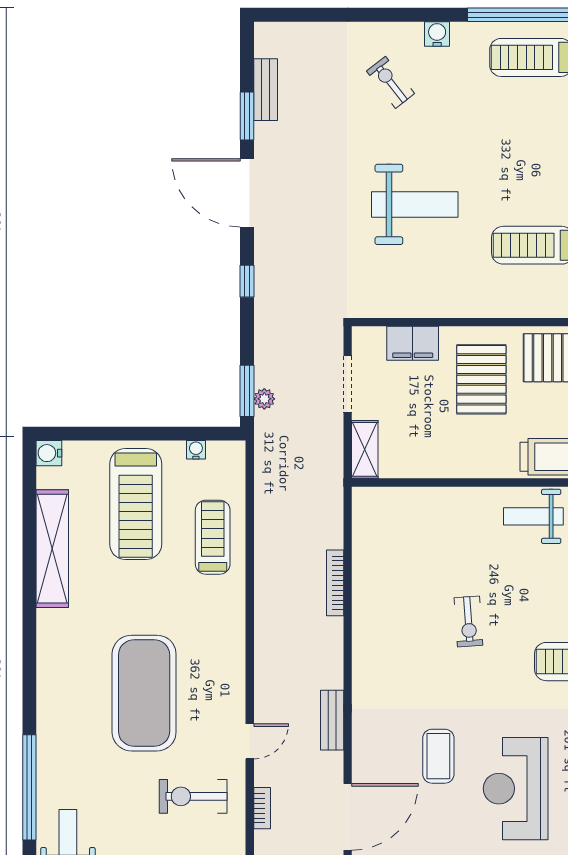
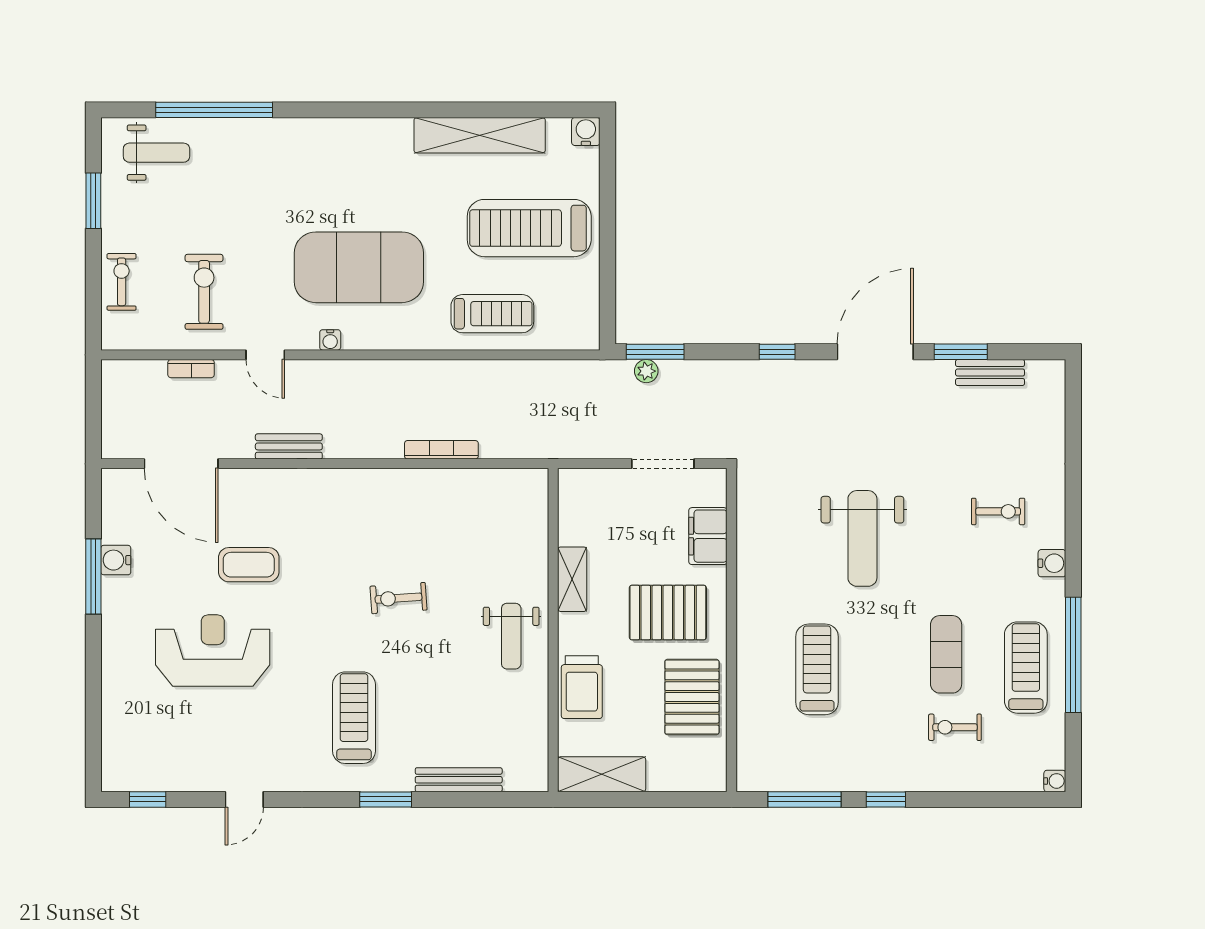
exercise bike: (391, 82) -> (998, 511), turned 38
exercise mat: (519, 129) -> (946, 654), added
shelving: (365, 449) -> (572, 579), moved, turned 90
water cooler: (196, 450) -> (330, 340), moved, turned 90
weight bench: (533, 516) -> (511, 636), moved, turned 180
exercise mat: (144, 693) -> (359, 267), moved

